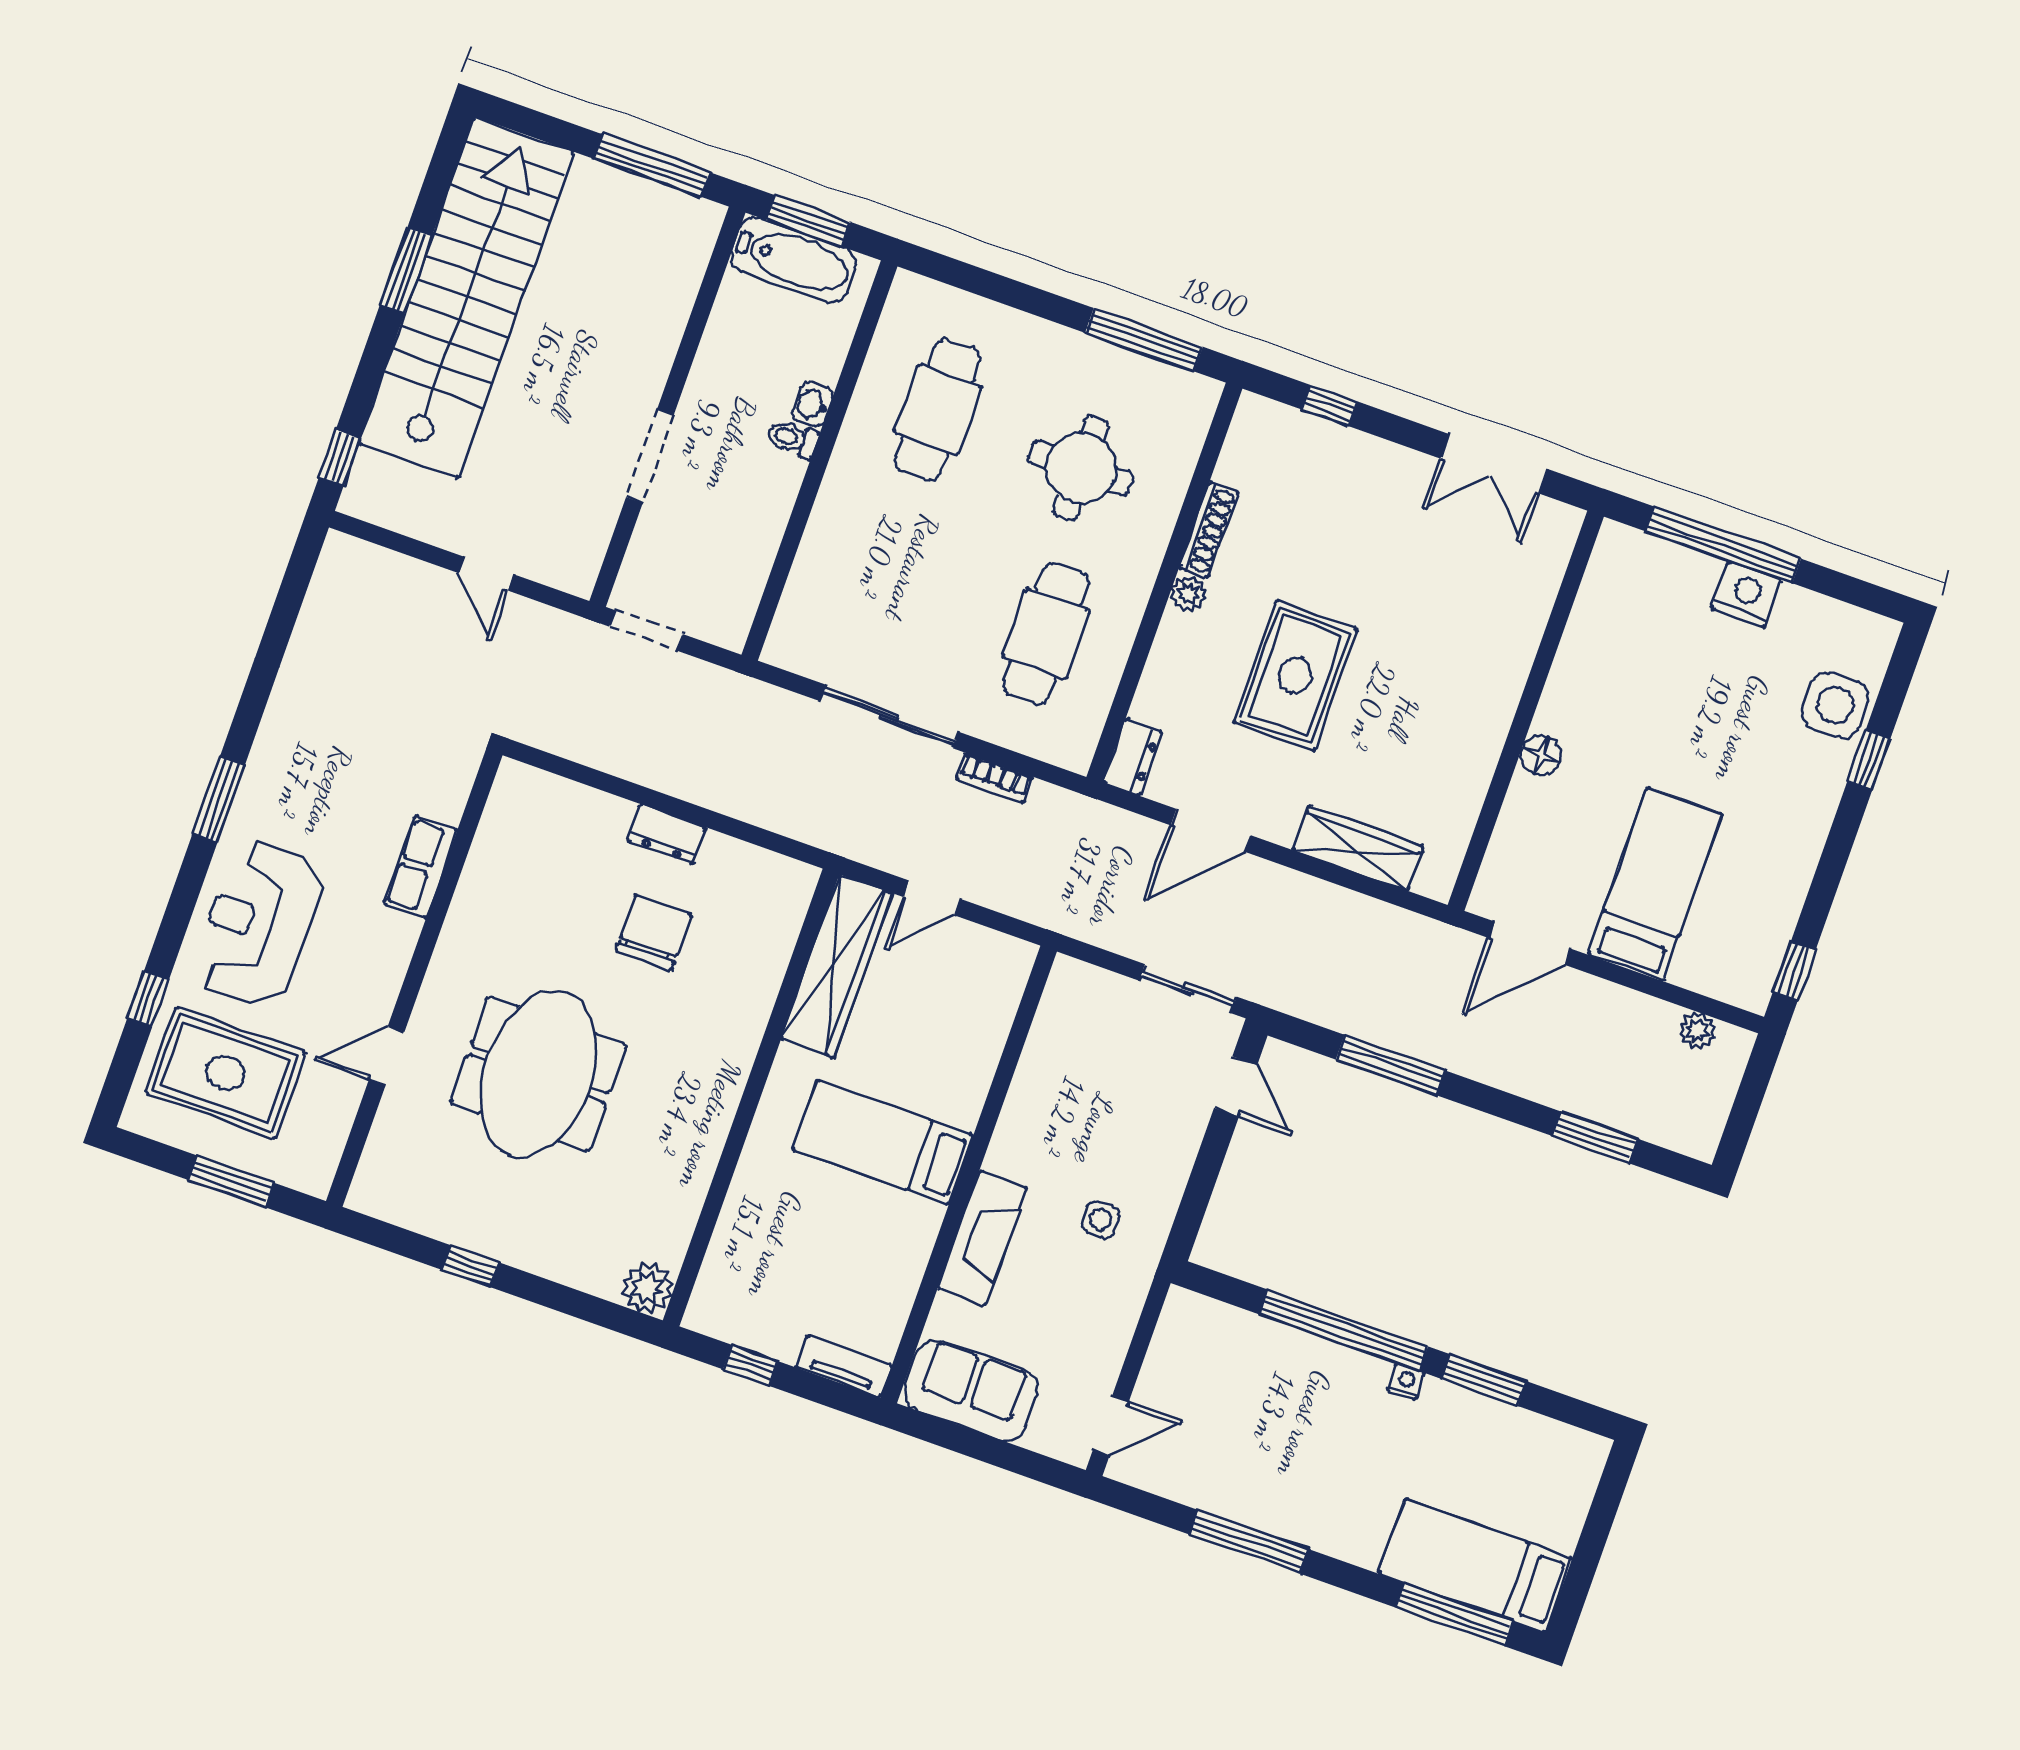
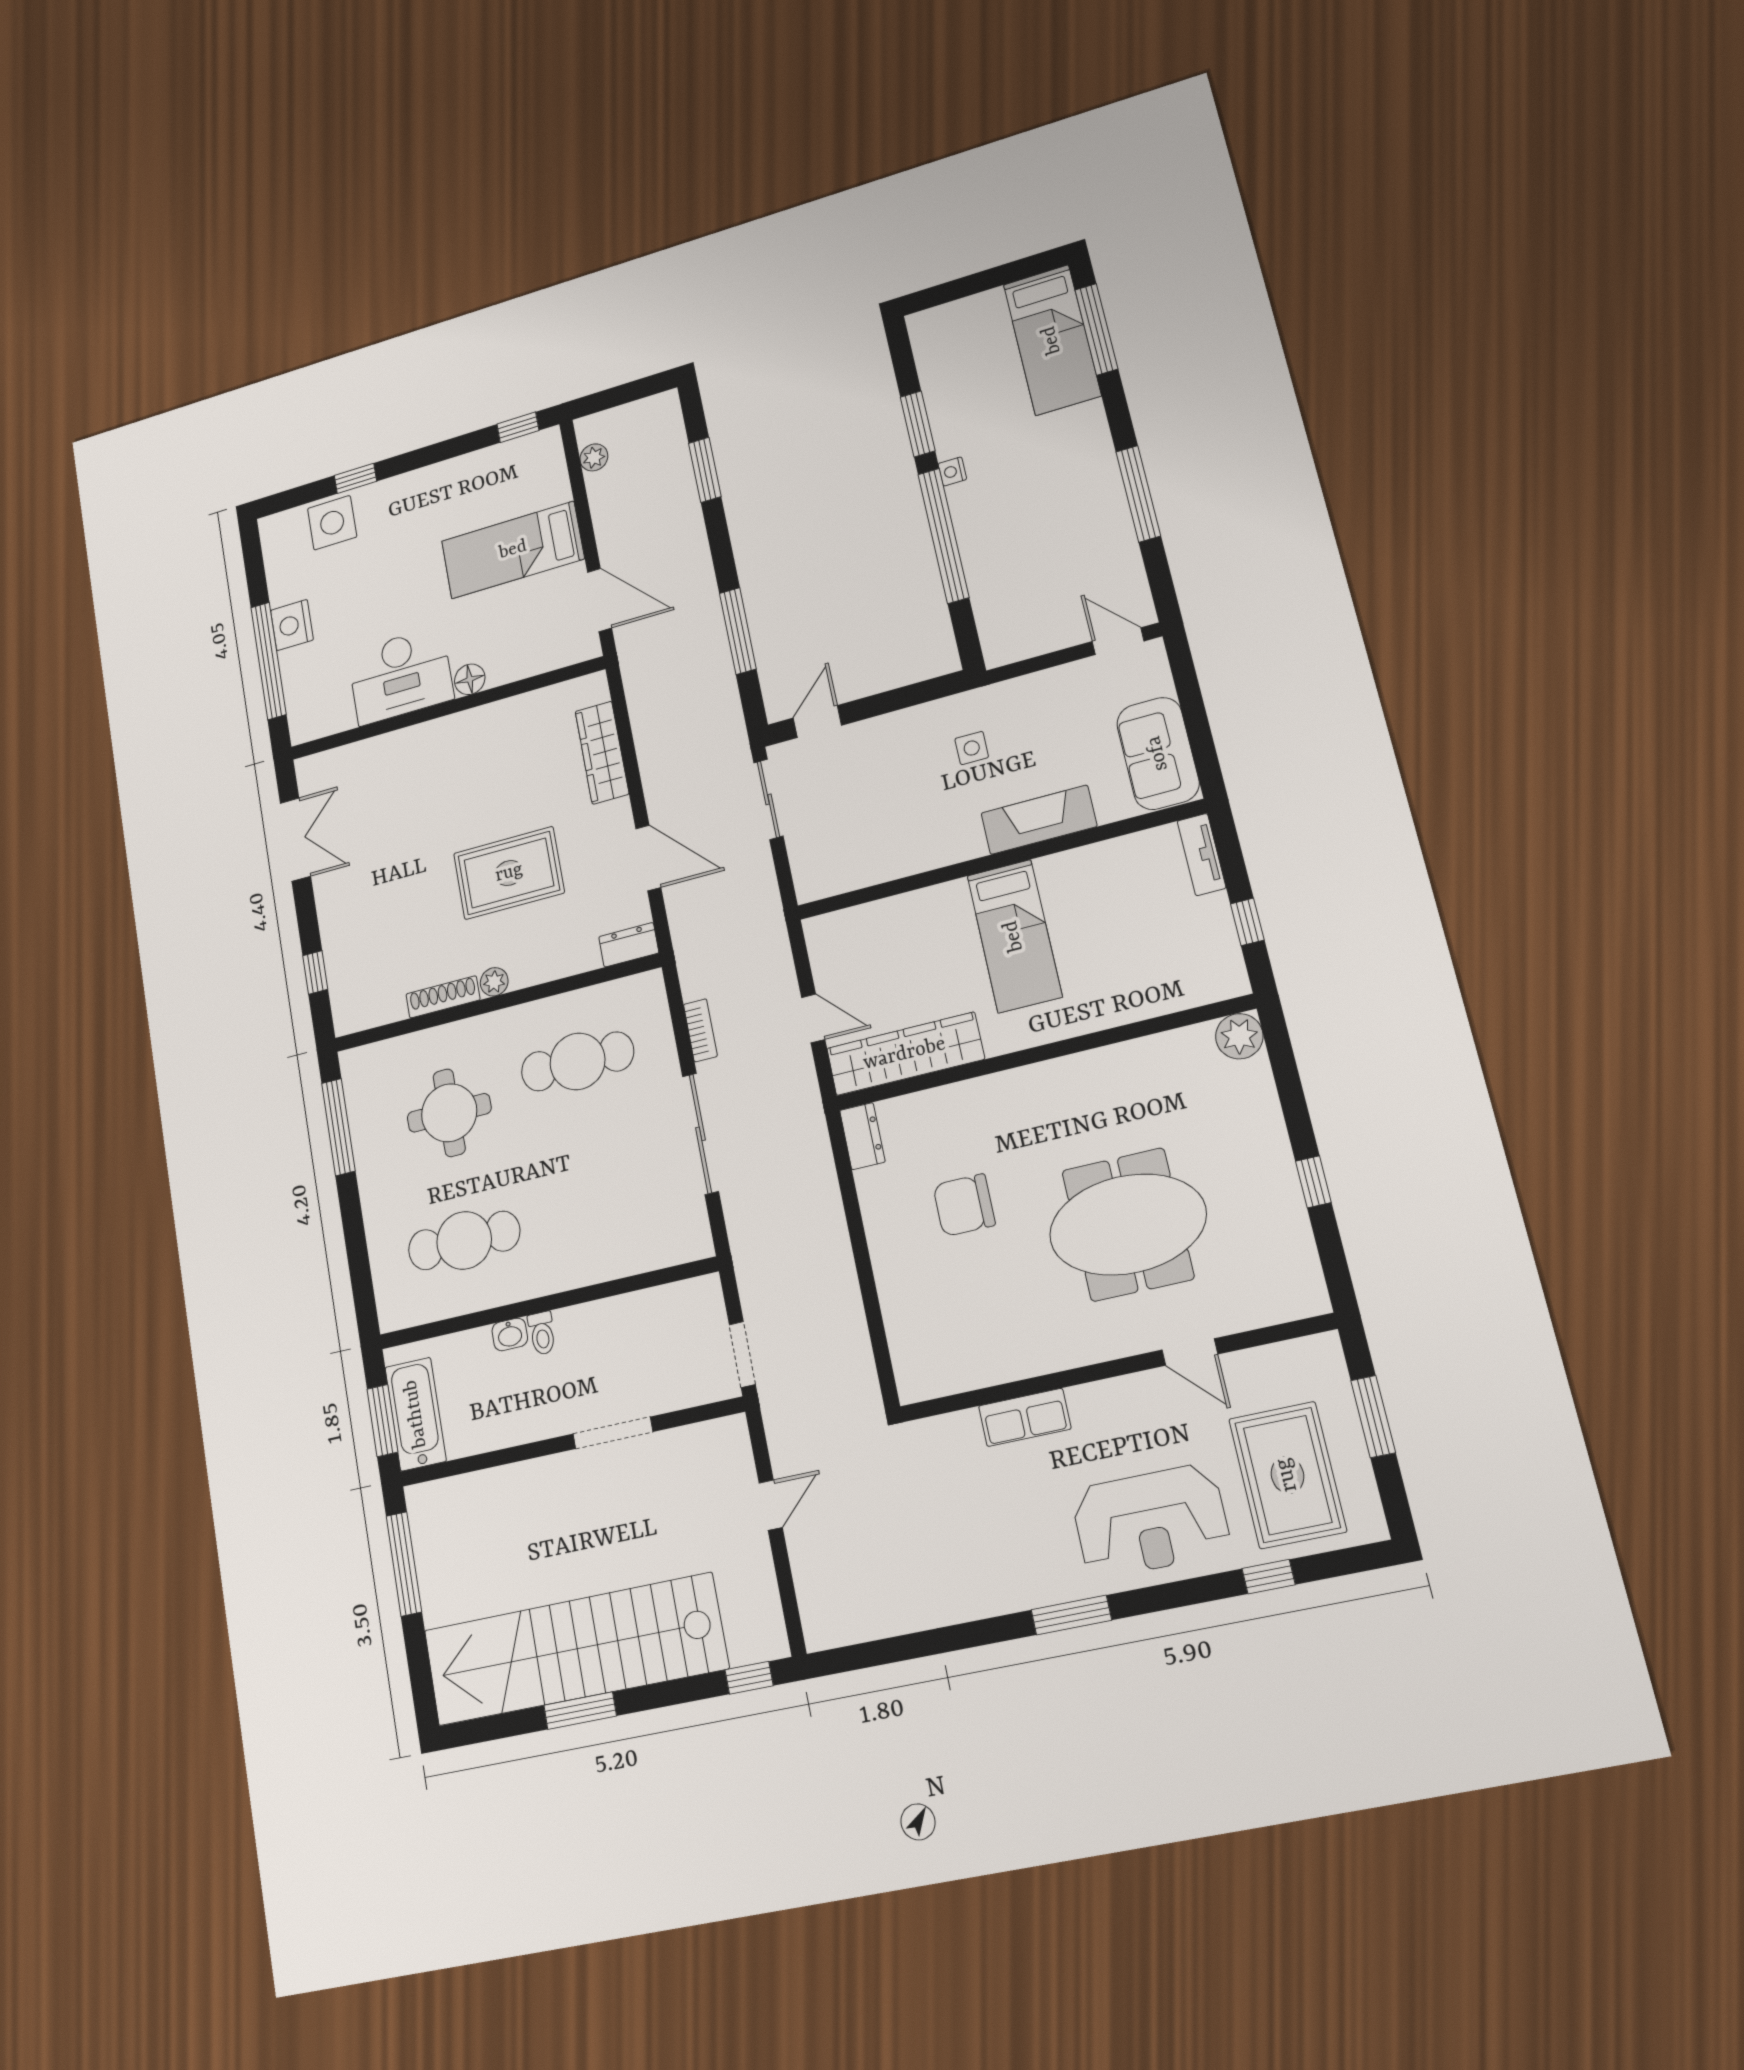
desk: (1599, 682) -> (400, 676), added
dresser: (666, 834) -> (862, 1136), moved

